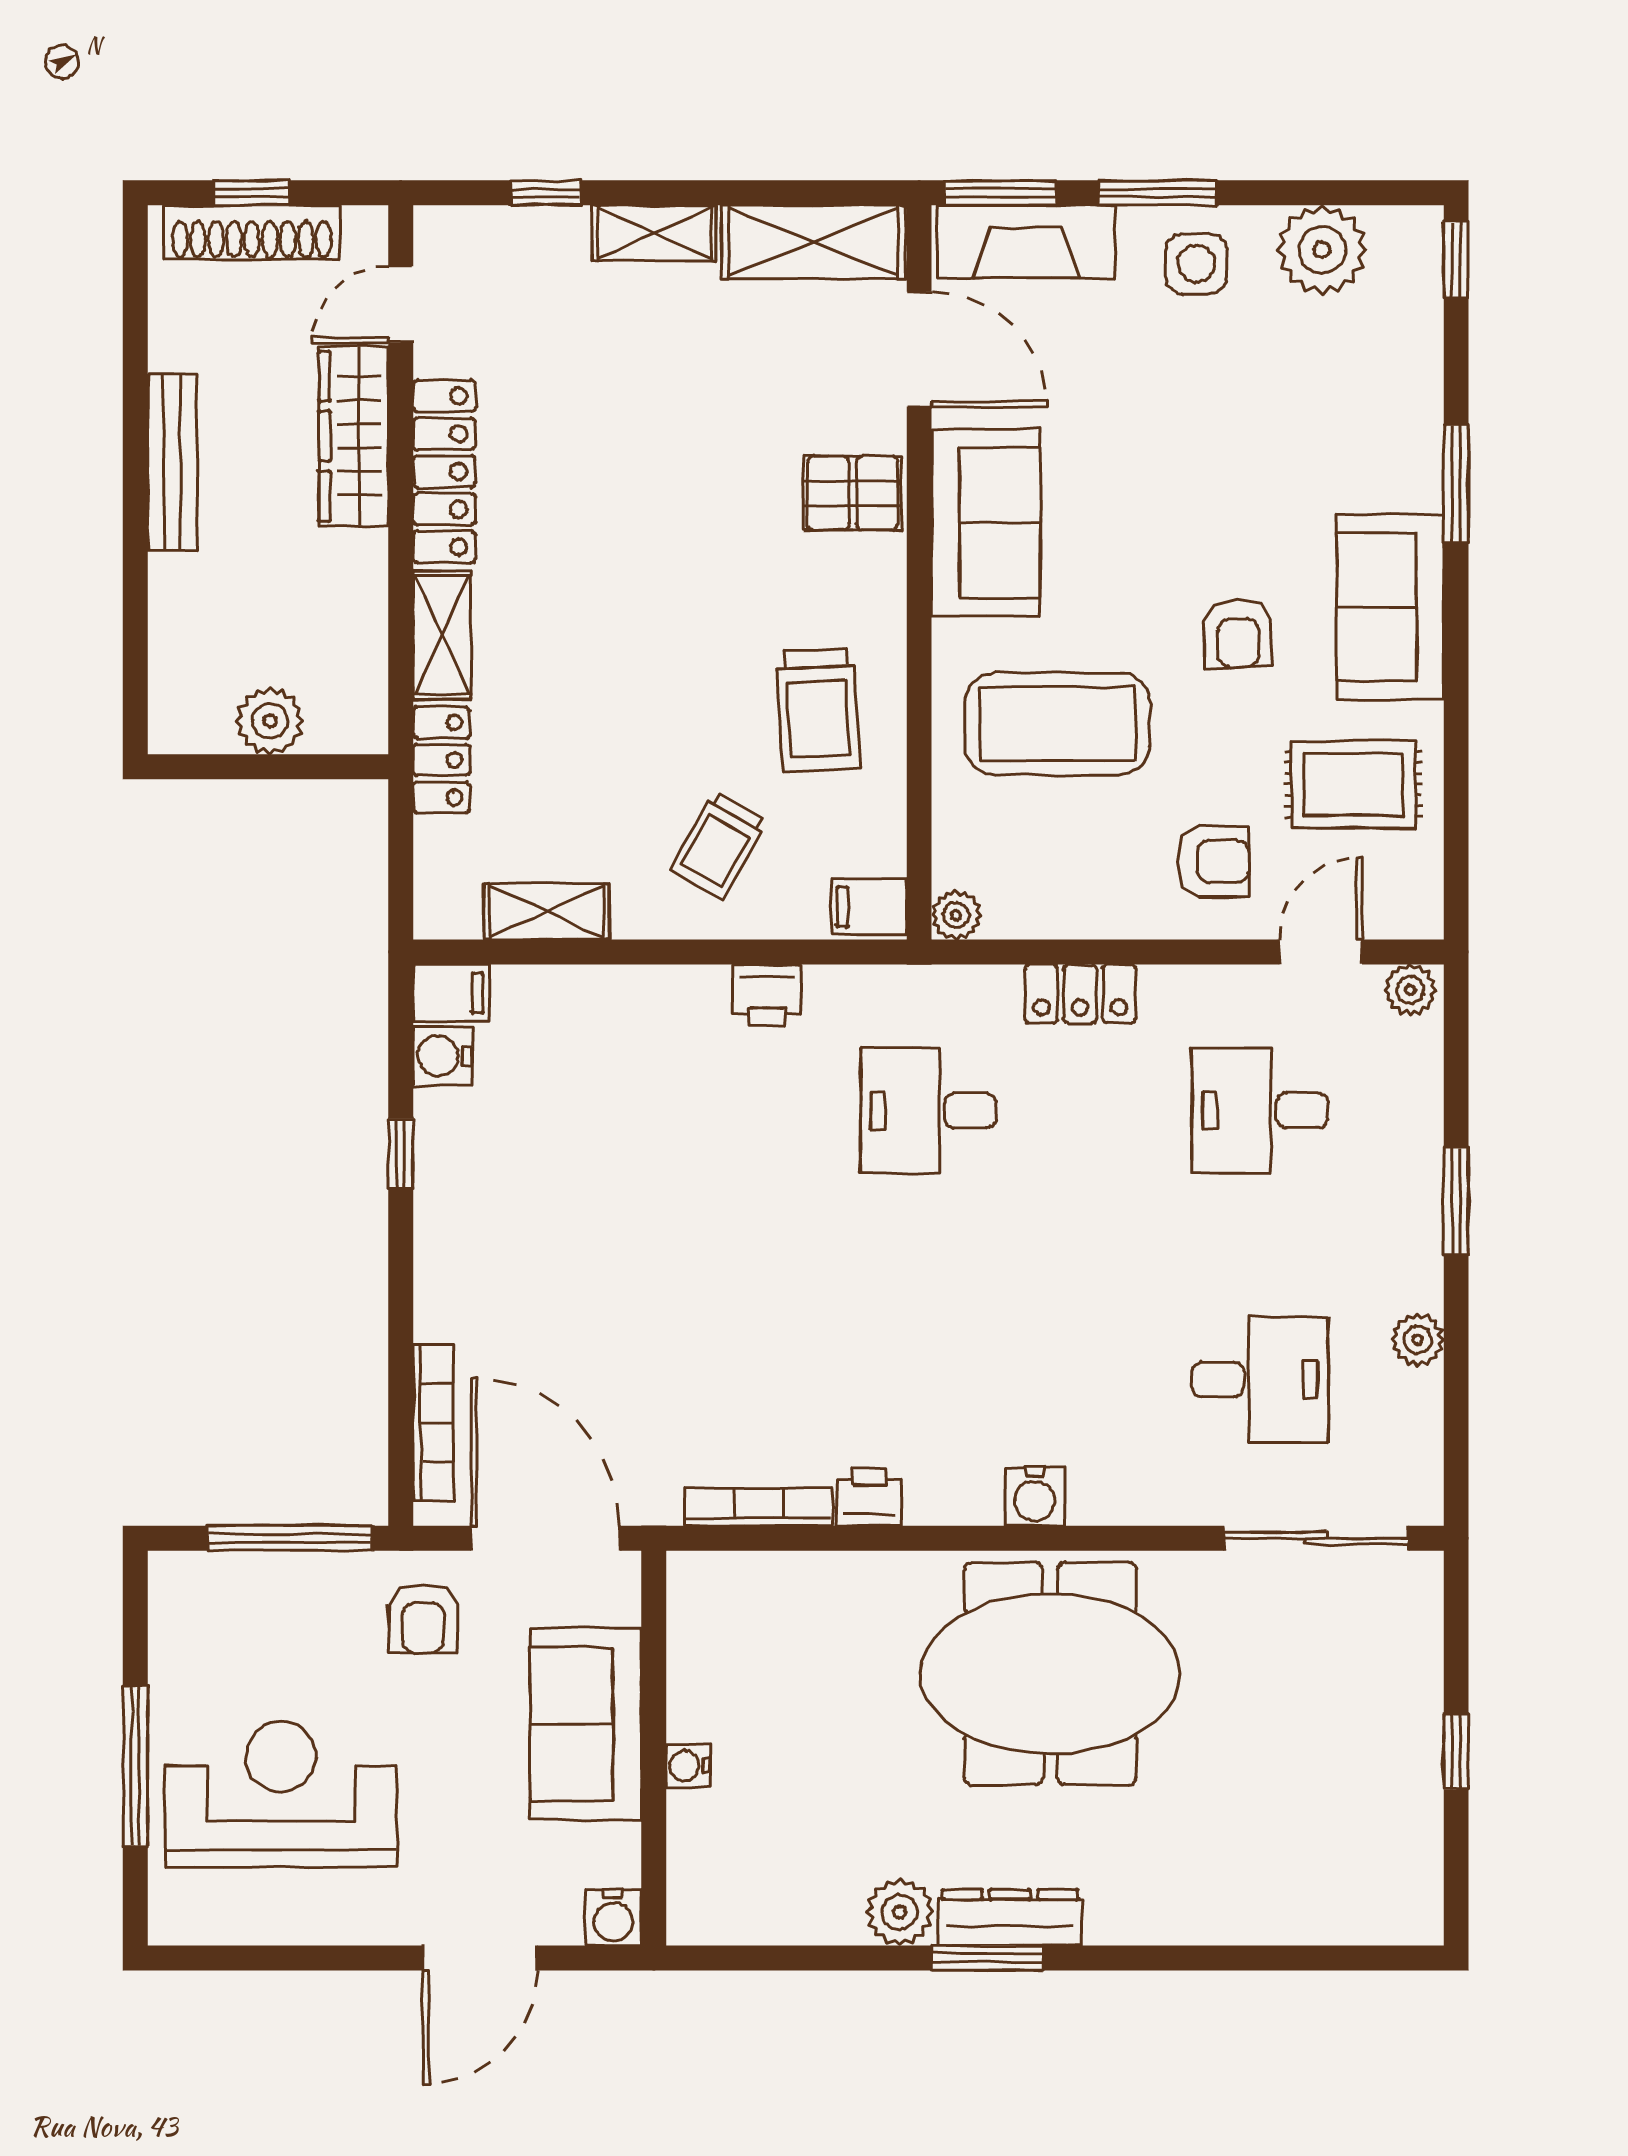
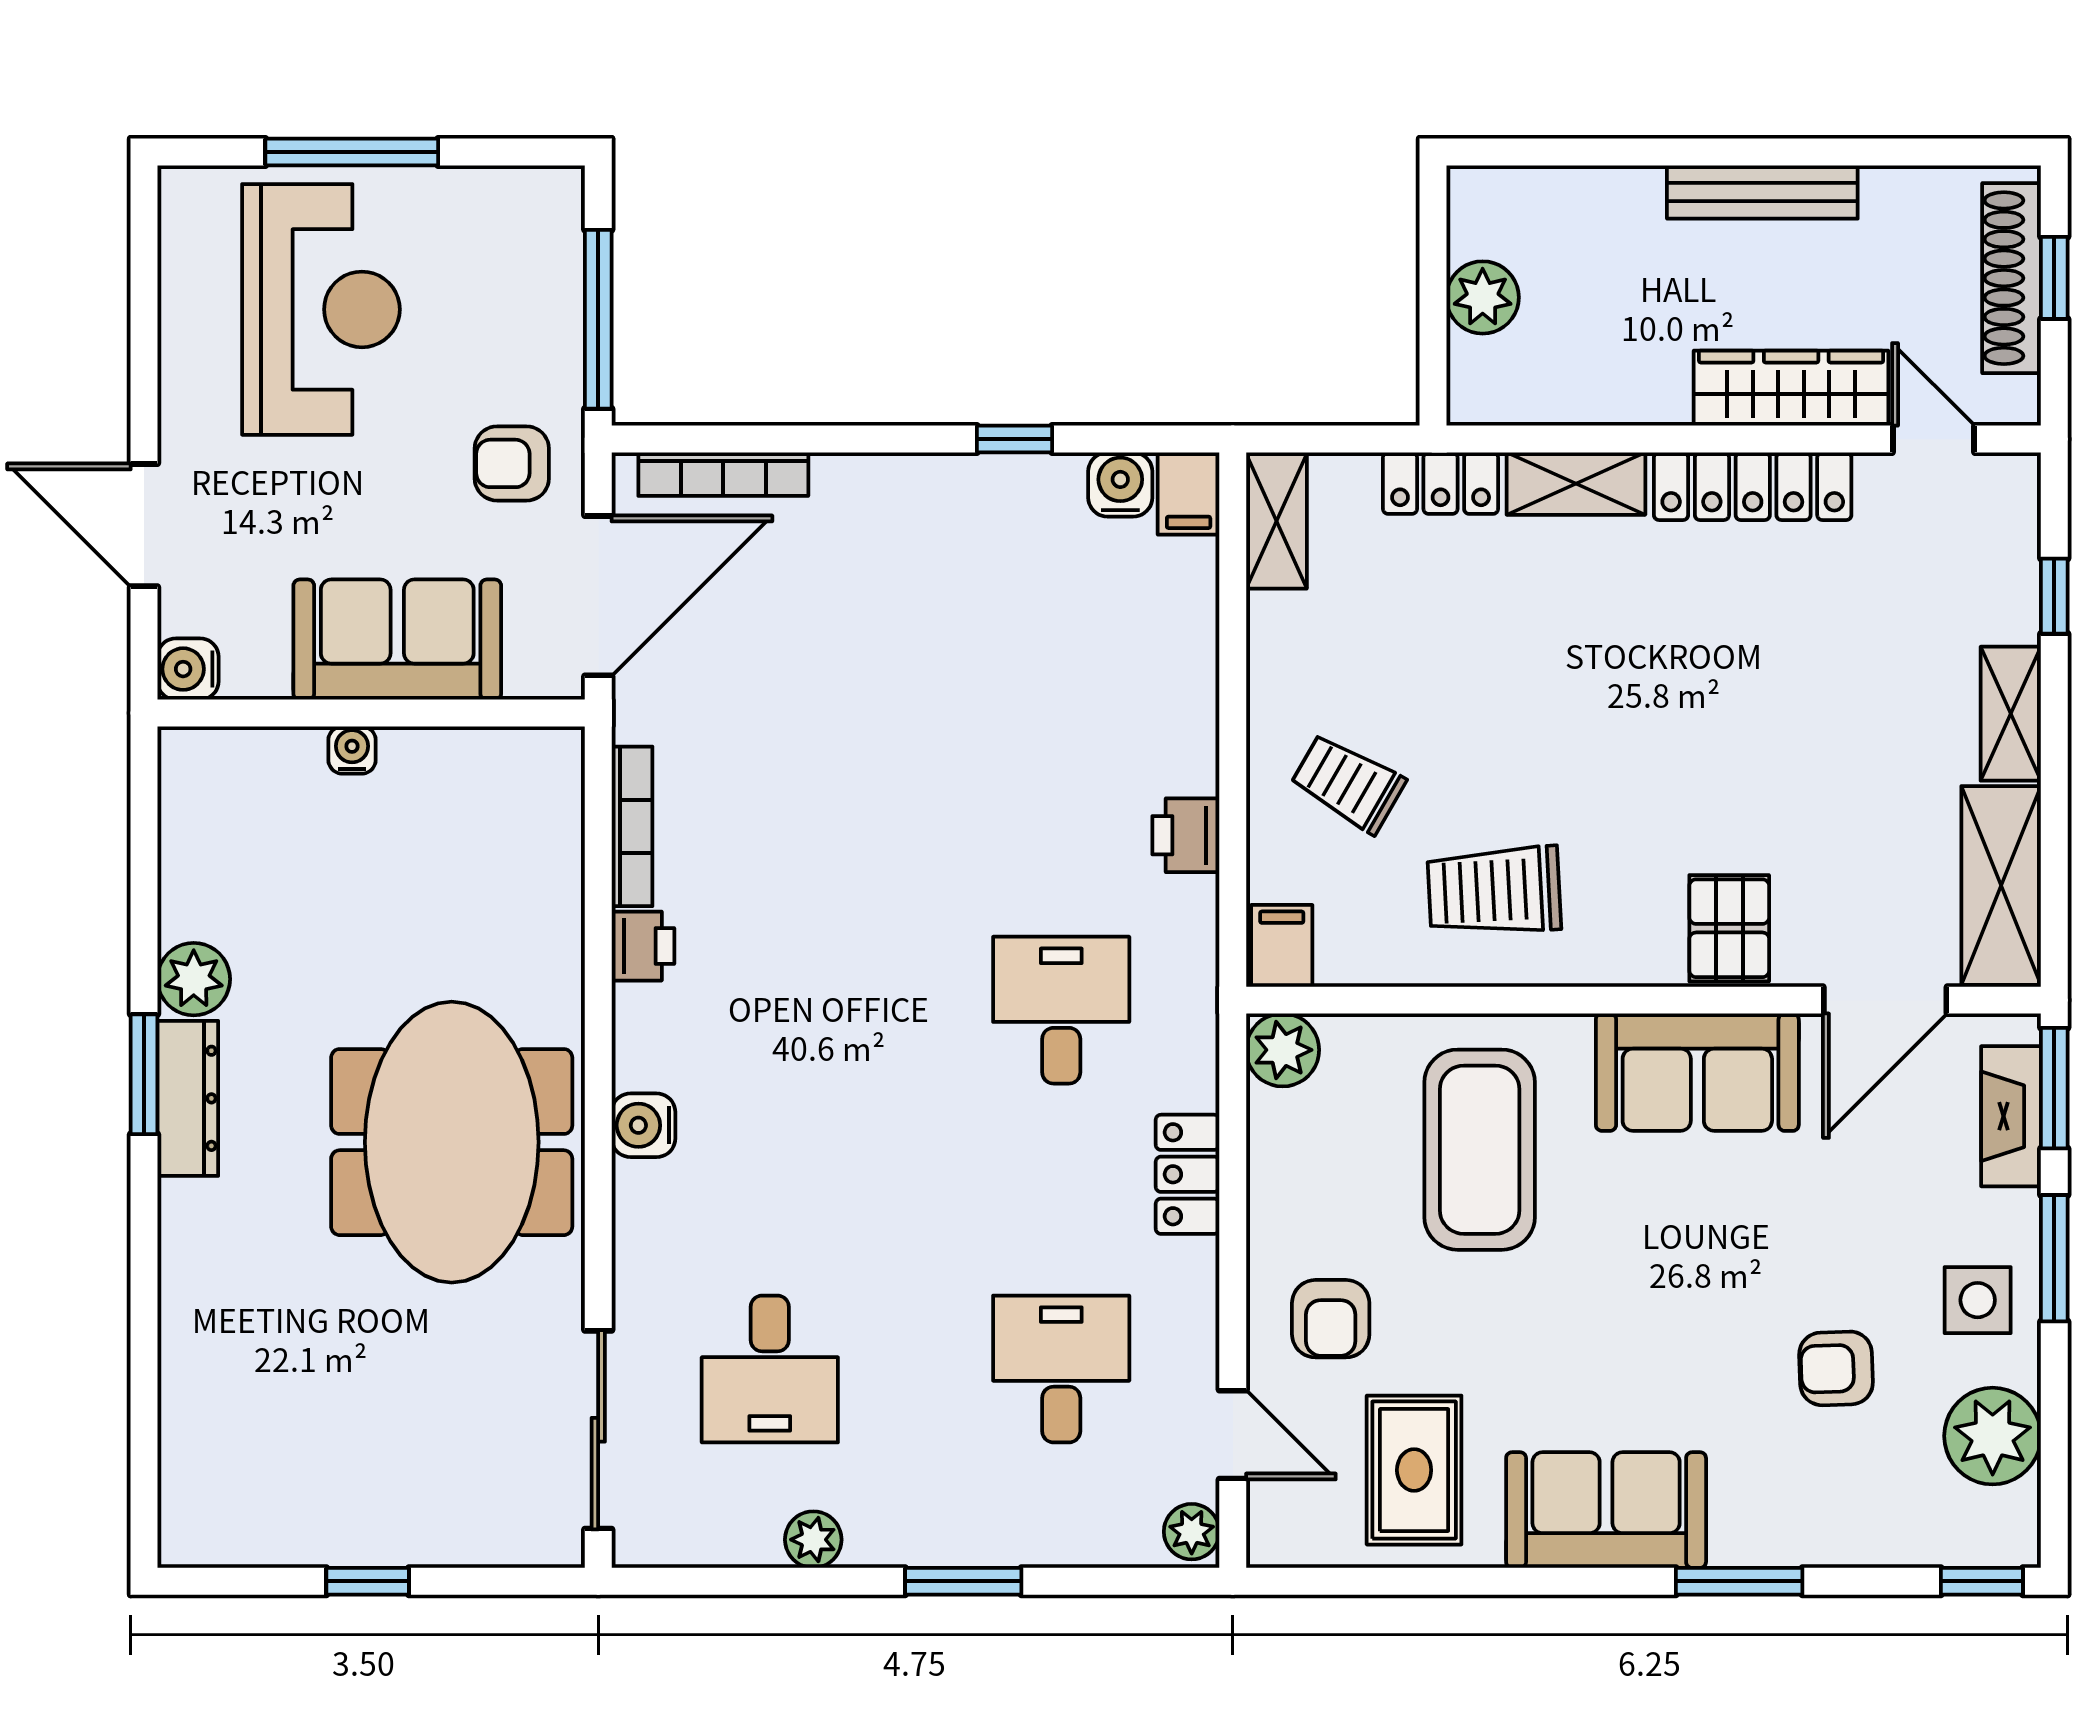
fireplace: (1026, 242) -> (2011, 1116), width x0.73, depth x0.76
armchair: (1238, 633) -> (1836, 1368), moved
shelving: (547, 912) -> (1276, 521), moved
plant: (956, 915) -> (1283, 1050), width x1.38, depth x1.38

